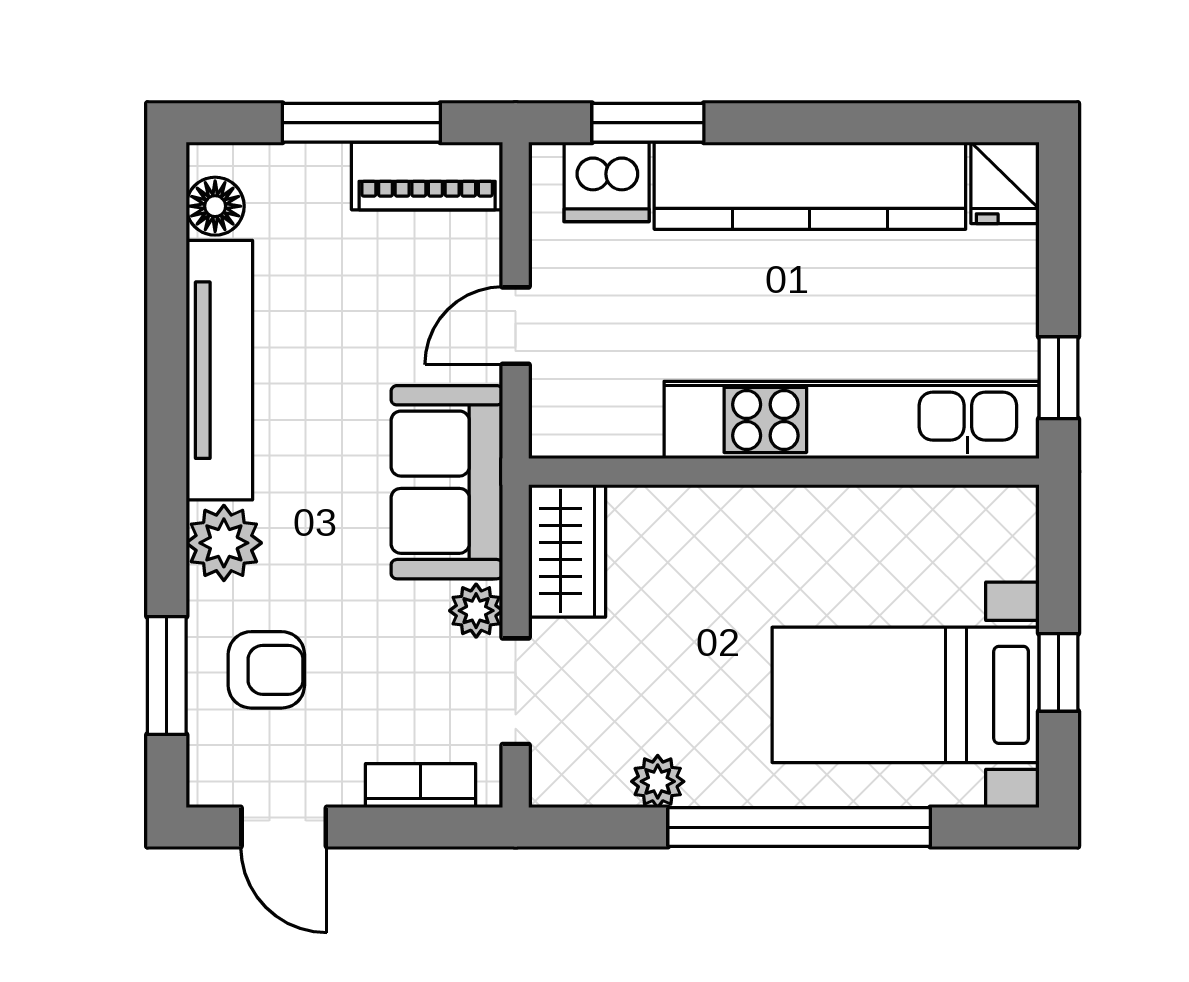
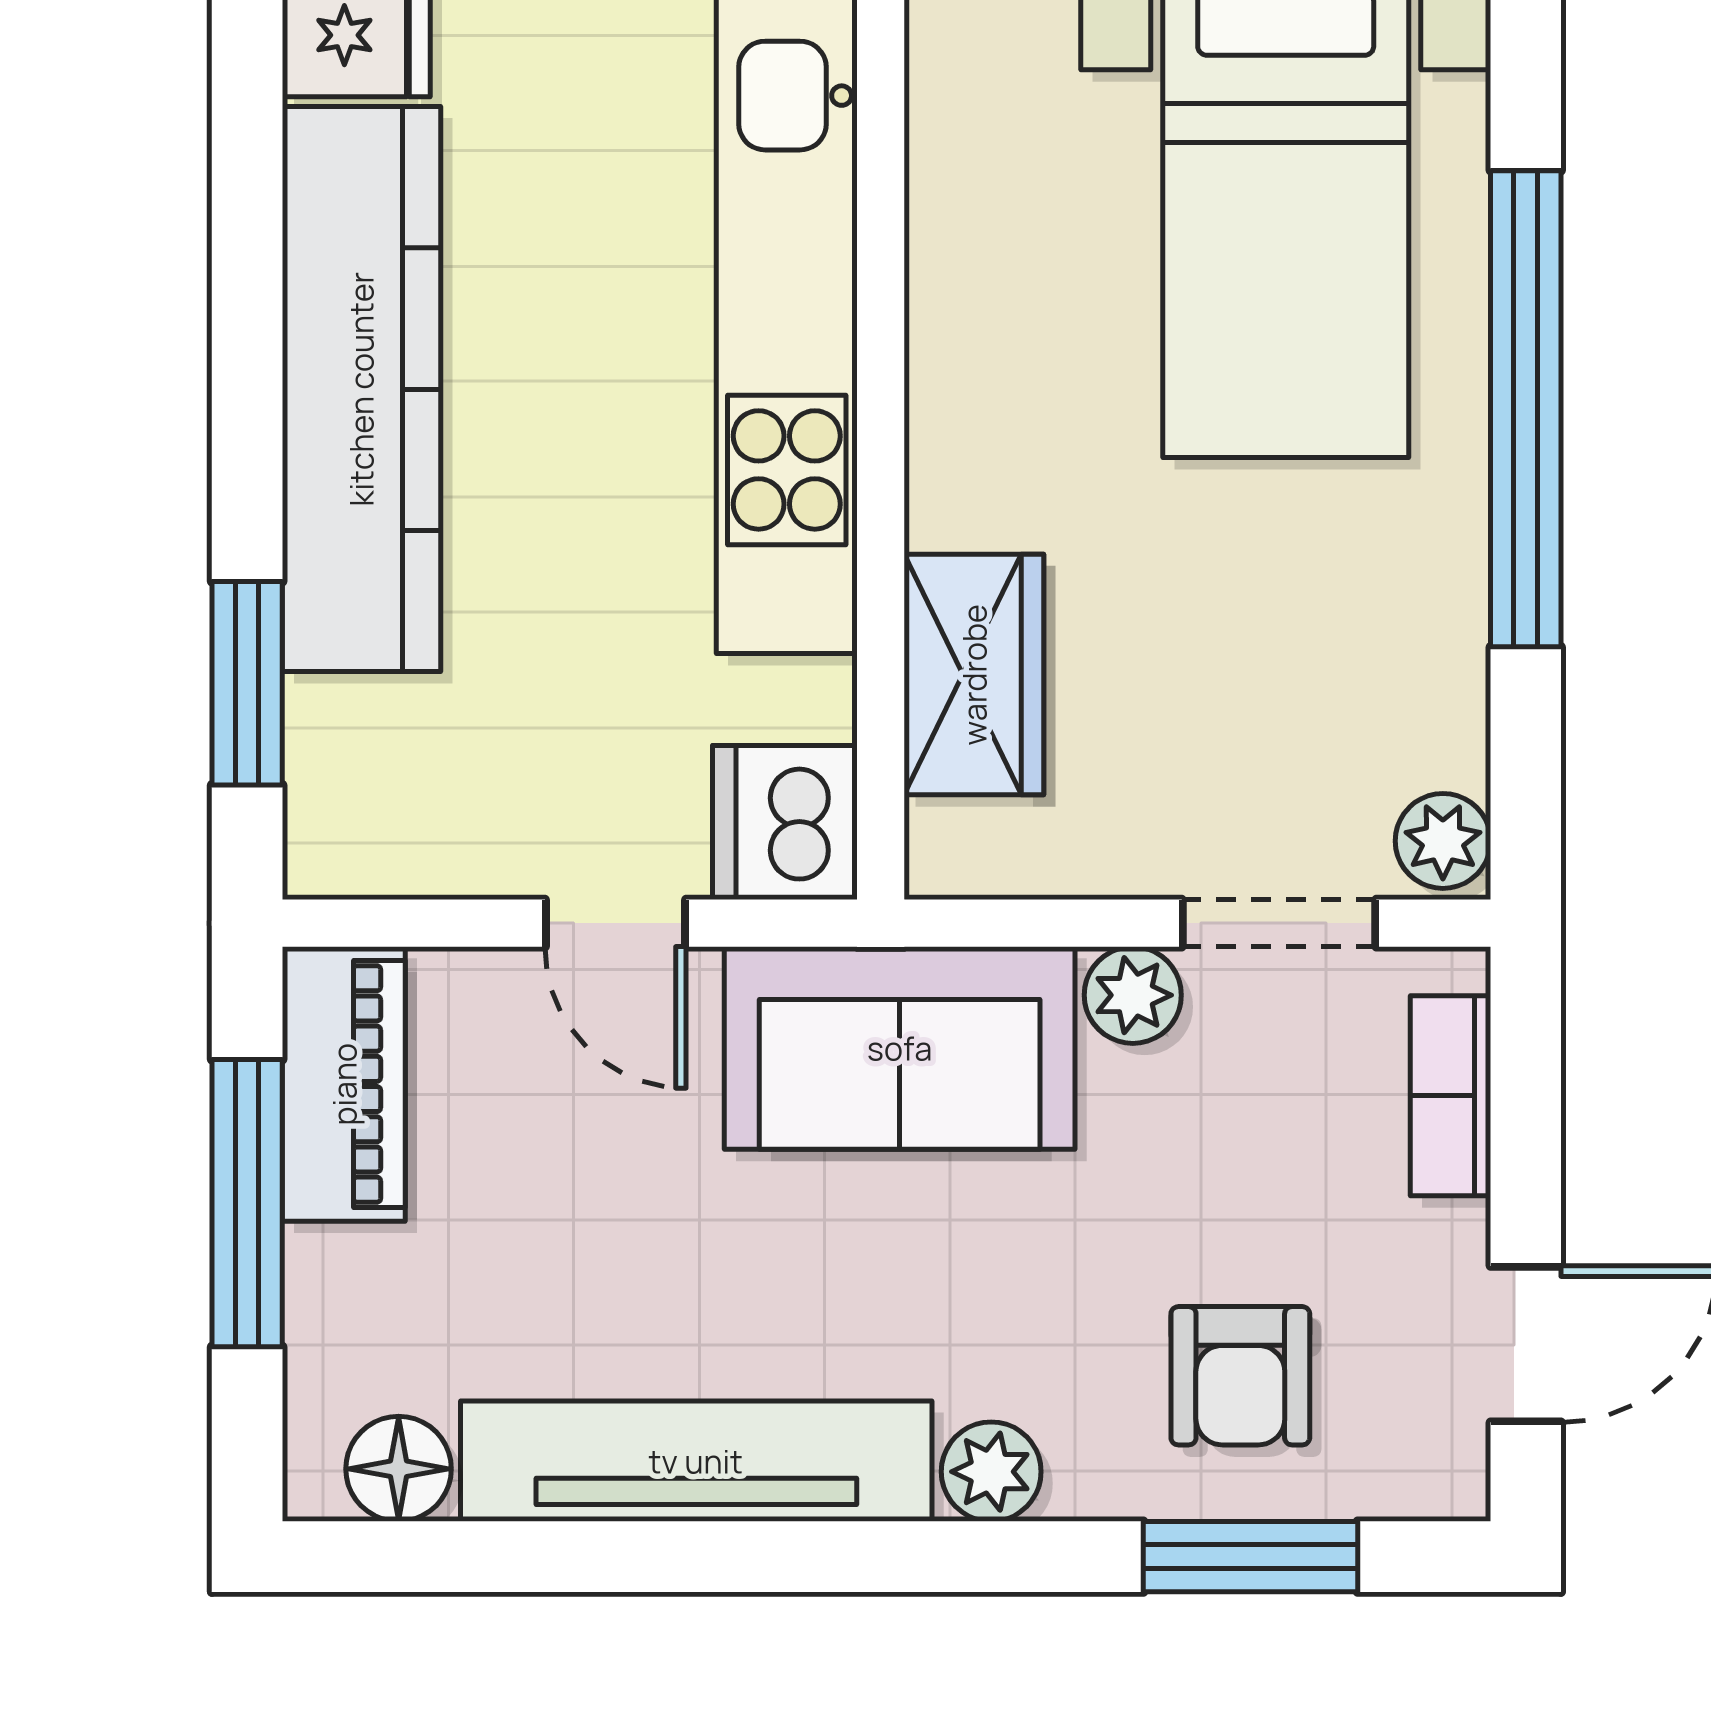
dishwasher: (607, 182) -> (785, 823), moved, turned 180
plant: (224, 543) -> (991, 1472), width x0.73, depth x0.73
wardrobe: (567, 551) -> (974, 675), moved, turned 90
armchair: (266, 670) -> (1240, 1376), turned 180
plant: (658, 781) -> (1443, 841), moved

